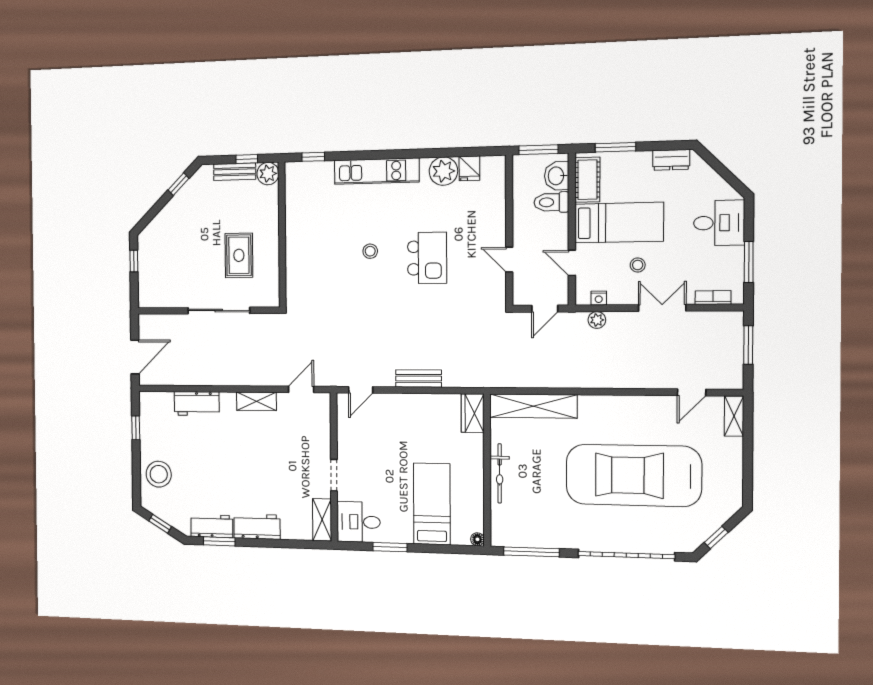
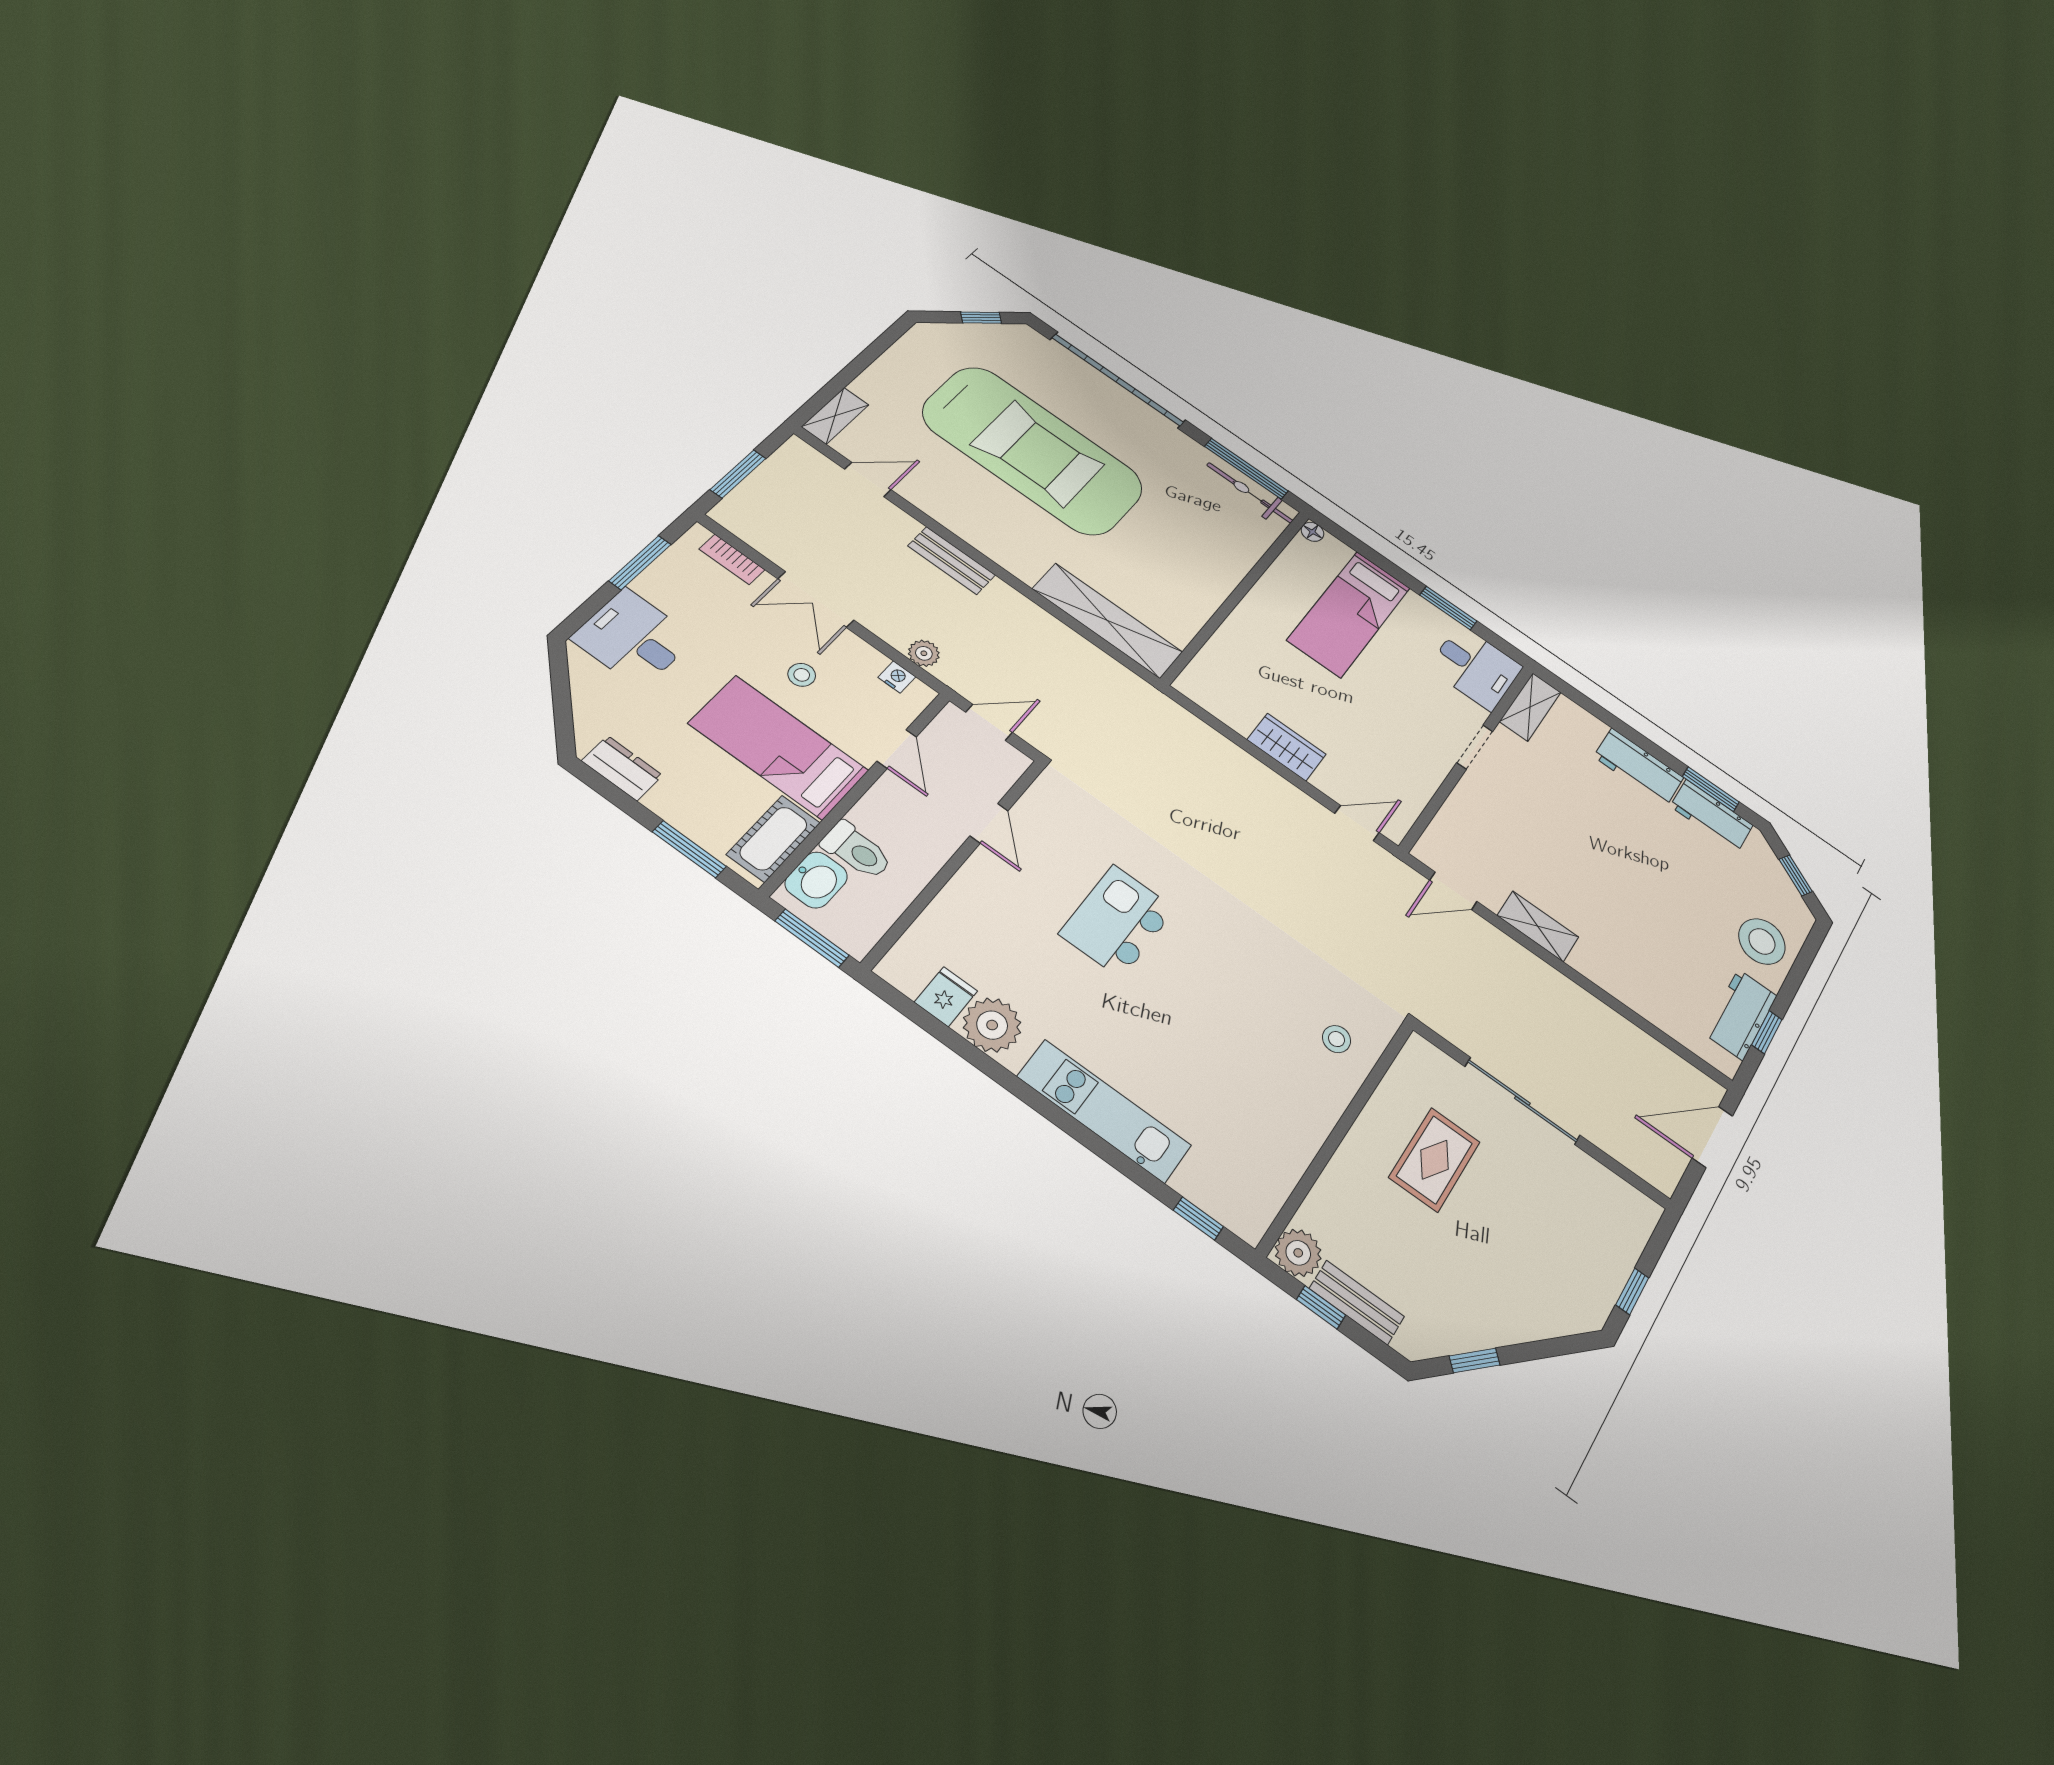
stool: (370, 251) -> (1337, 1039), moved
bench: (419, 378) -> (952, 560), moved
workbench: (197, 404) -> (1741, 1015), moved, turned -90
wardrobe: (473, 413) -> (1287, 747), moved, turned -90
bicycle: (500, 473) -> (1250, 493), moved, turned -90

